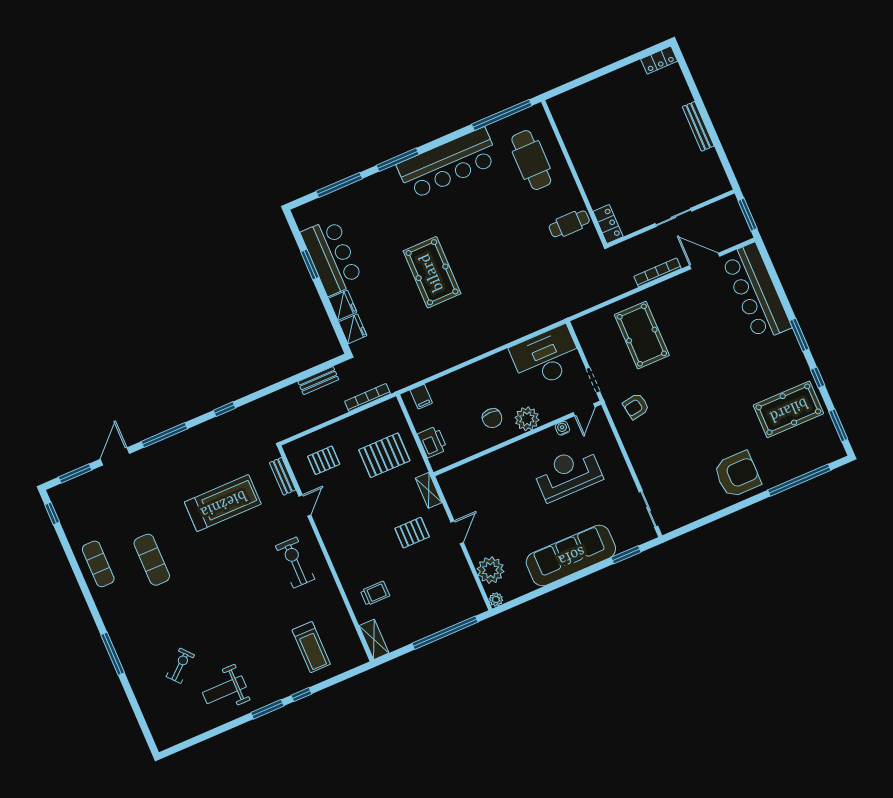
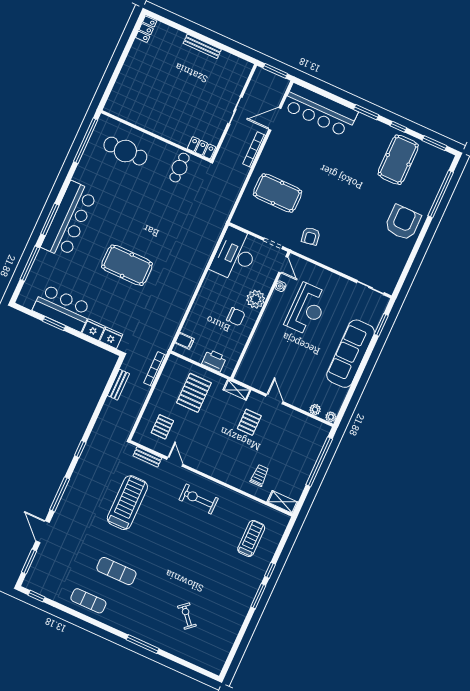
bar counter: (448, 163) -> (69, 220), moved
reception desk: (568, 474) -> (307, 309), turned 180
plant: (490, 570) -> (315, 410), width x0.53, depth x0.53
treadmill: (311, 647) -> (251, 538), turned -90
weight bench: (224, 690) -> (224, 607), removed

